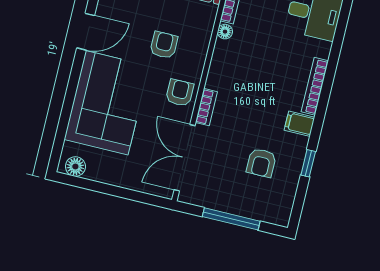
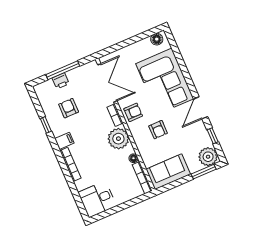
plant: (225, 73) -> (118, 139), added
armchair: (180, 93) -> (133, 112), turned -90
printer: (245, 207) -> (61, 81), added

